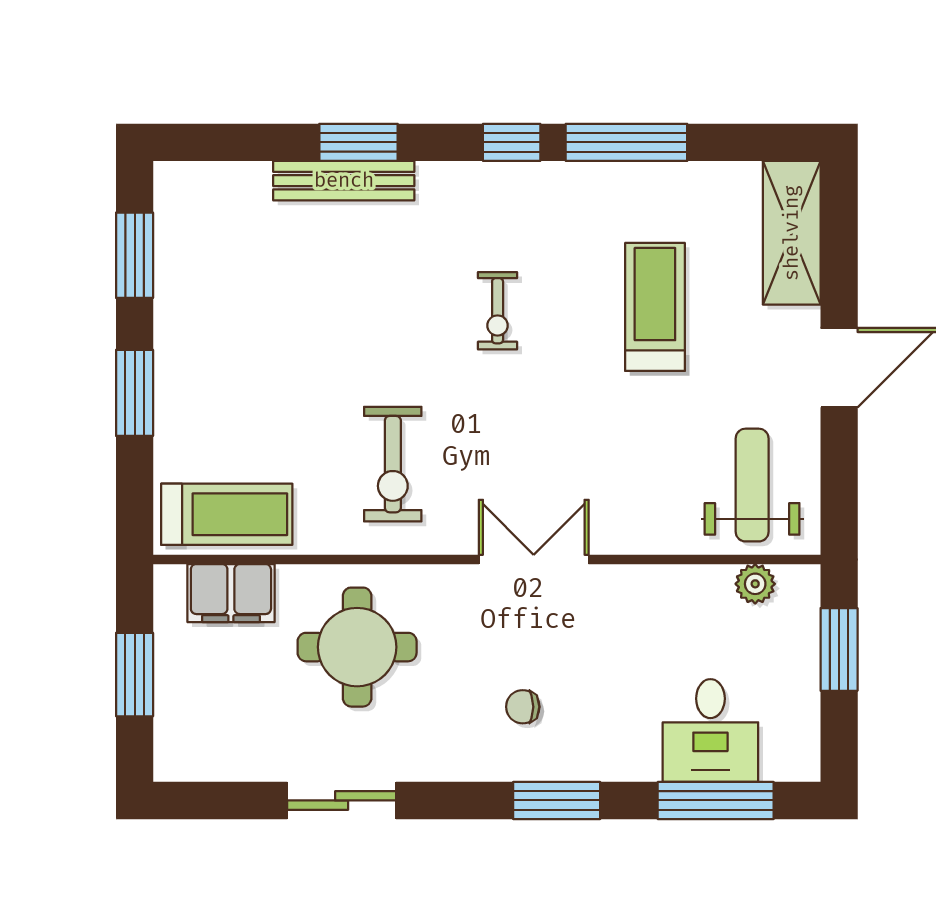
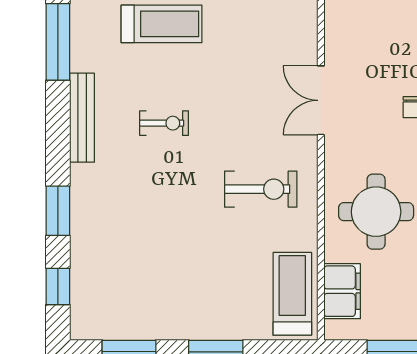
window: (512, 142) -> (58, 286), moved
bench: (344, 181) -> (82, 118), moved
treadmill: (655, 307) -> (162, 24), turned 180

